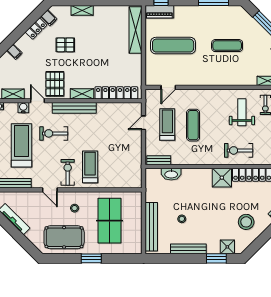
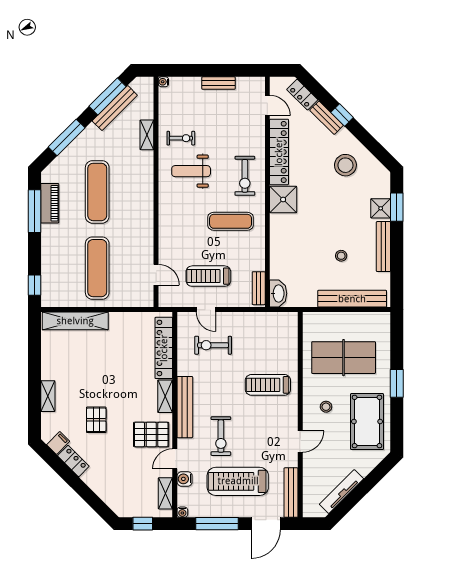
piano: (159, 12) -> (50, 203), moved
exercise mat: (227, 46) -> (97, 192), width x1.36, depth x1.45
filing cabinet: (14, 52) -> (106, 491), removed
exercise mat: (193, 125) -> (231, 221), moved
exercise bike: (68, 172) -> (213, 345), moved
washbasin: (171, 174) -> (278, 293), moved
shower: (227, 247) -> (381, 208), moved

